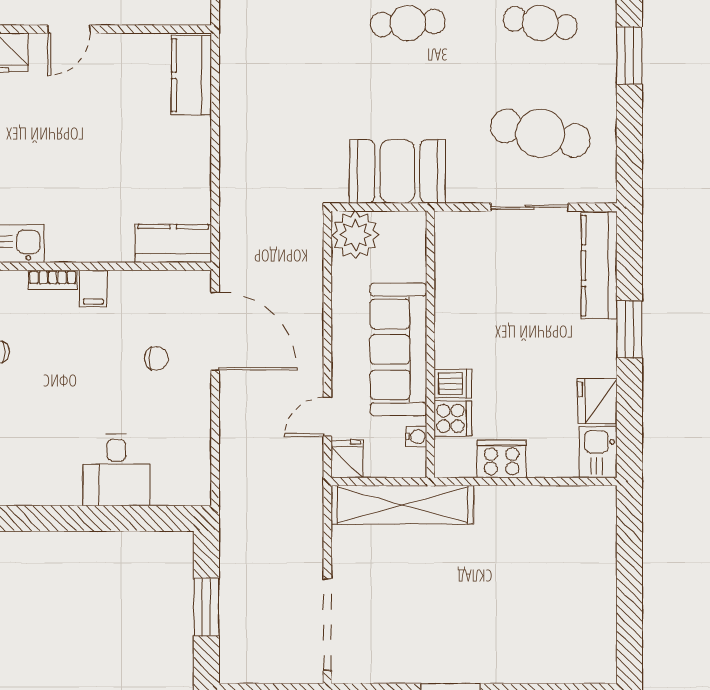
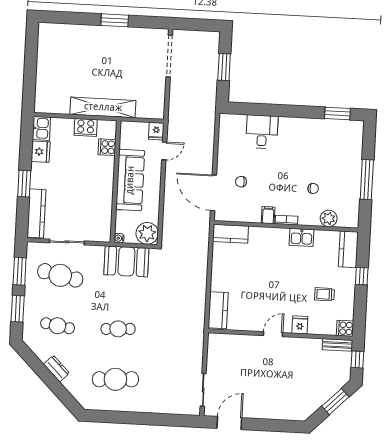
window: (629, 137) -> (20, 271), added
dishwasher: (453, 384) -> (106, 163), removed
water cooler: (416, 437) -> (119, 238), moved
shelving: (402, 505) -> (103, 107), moved

